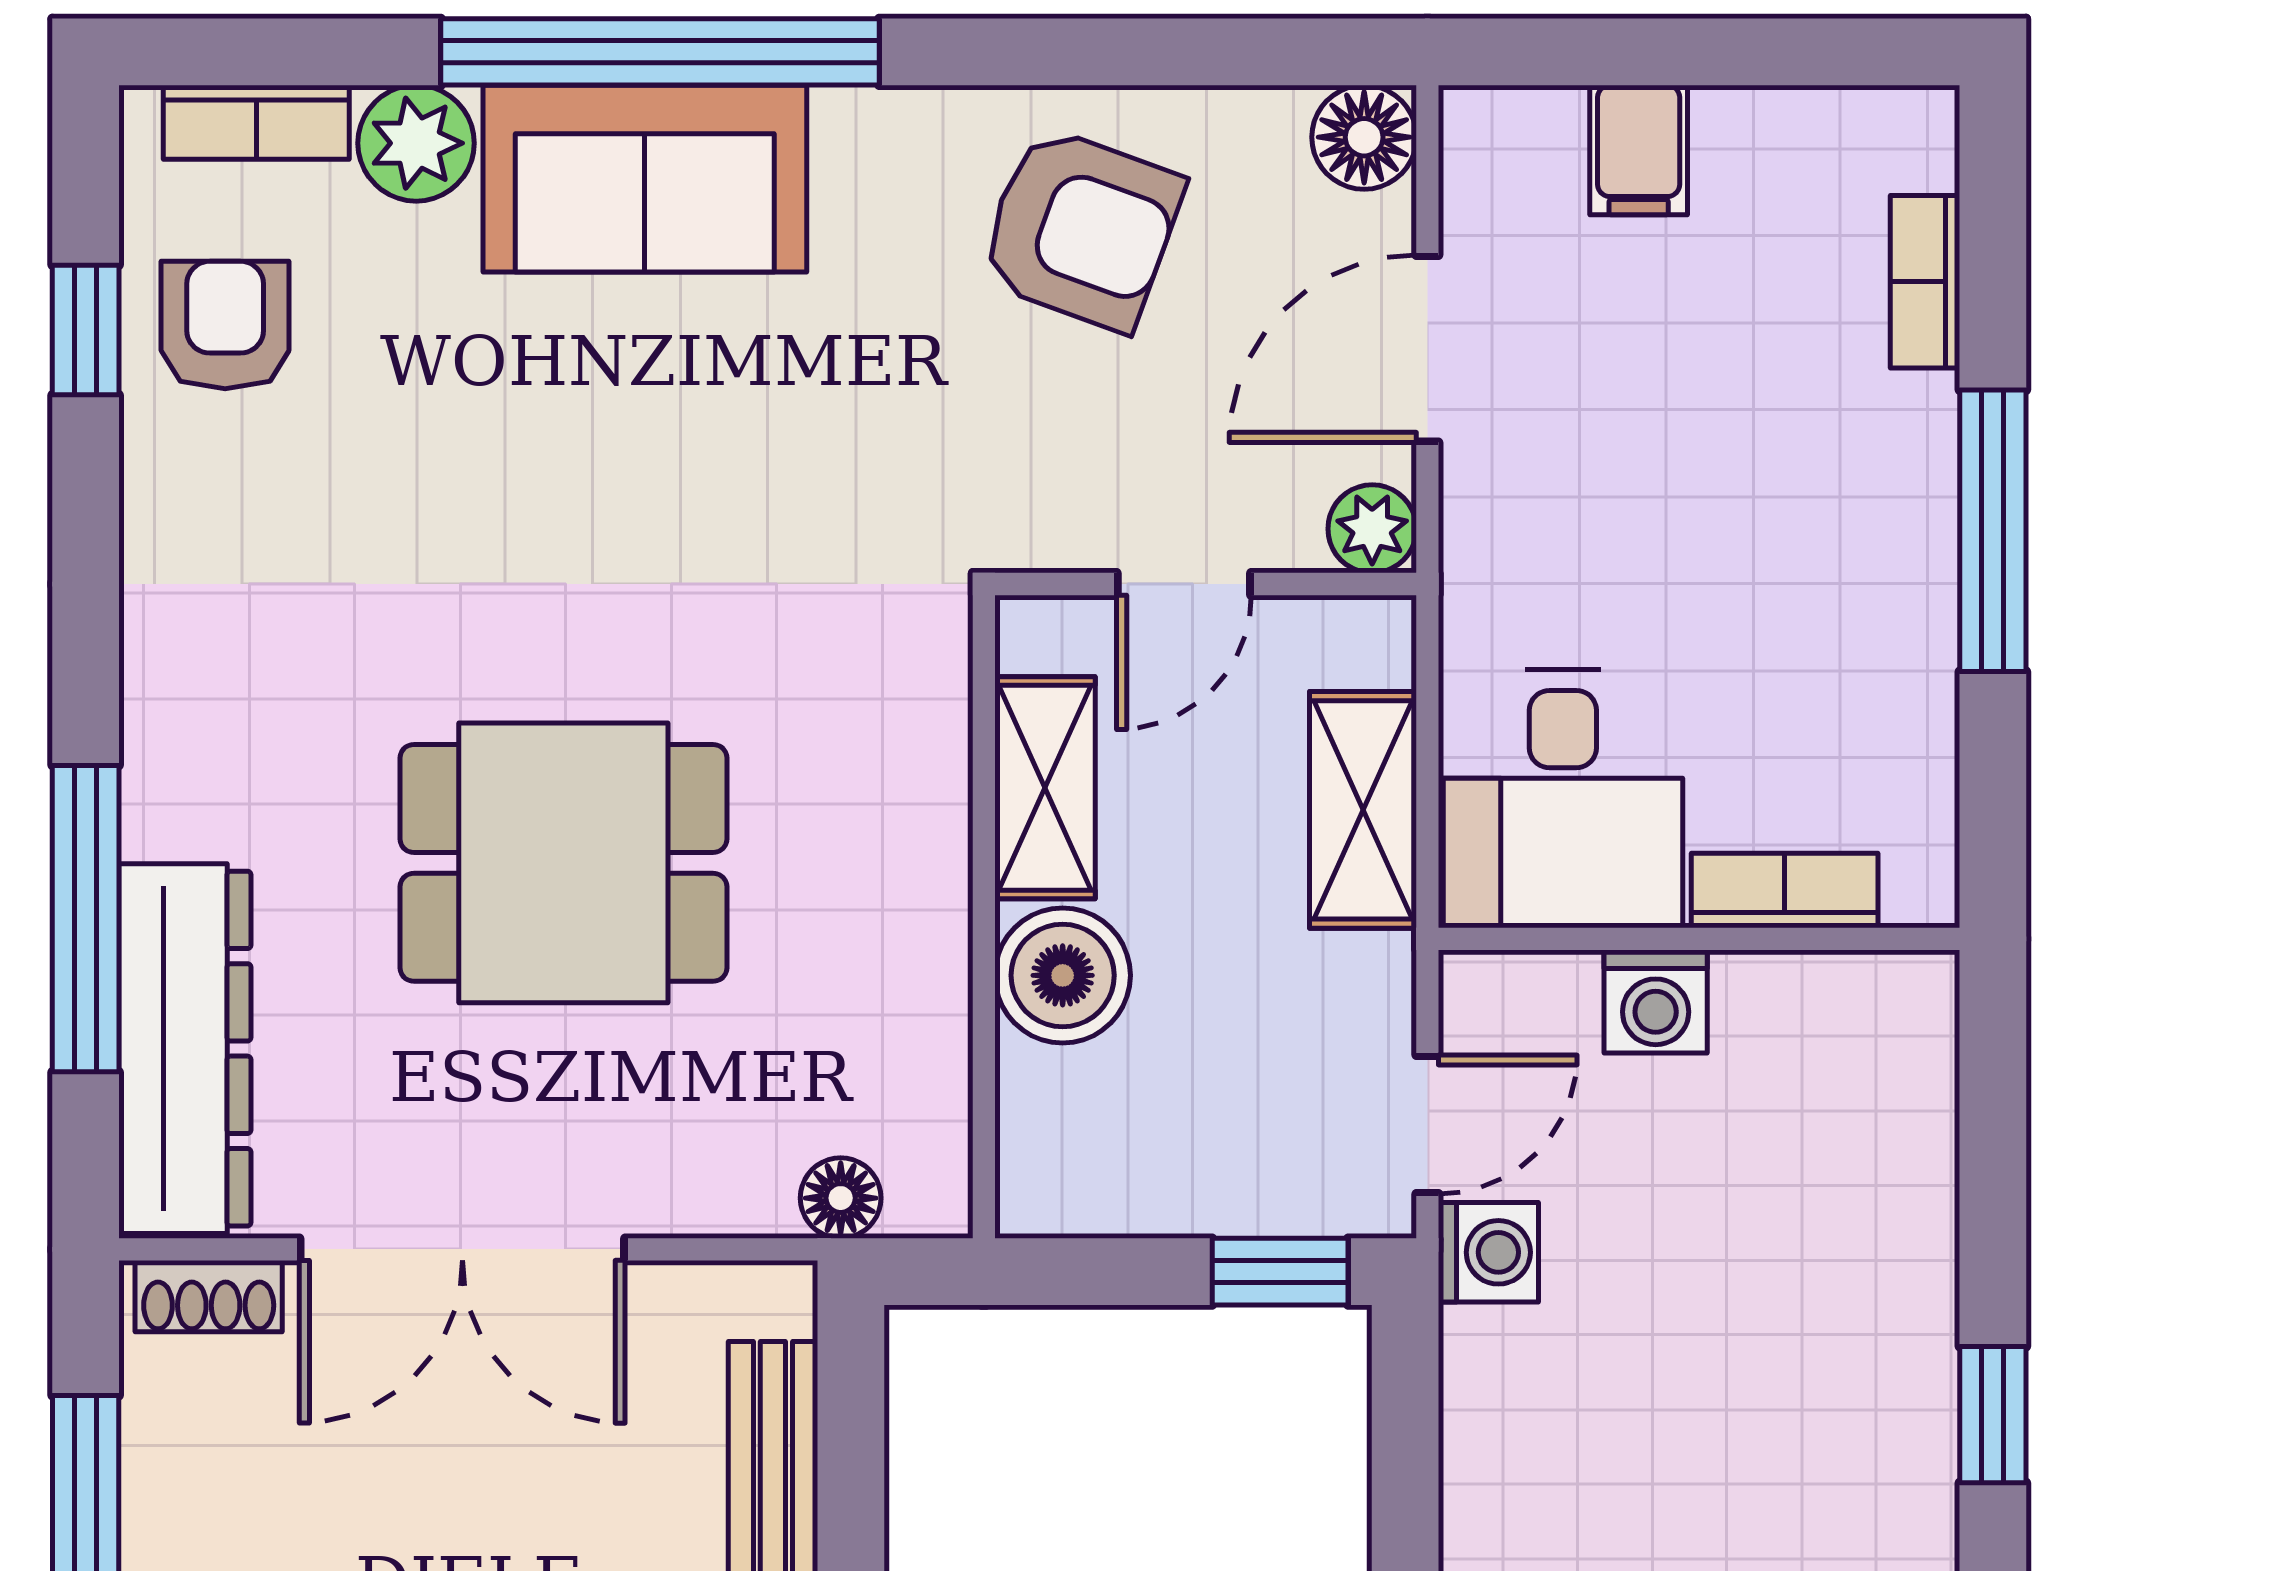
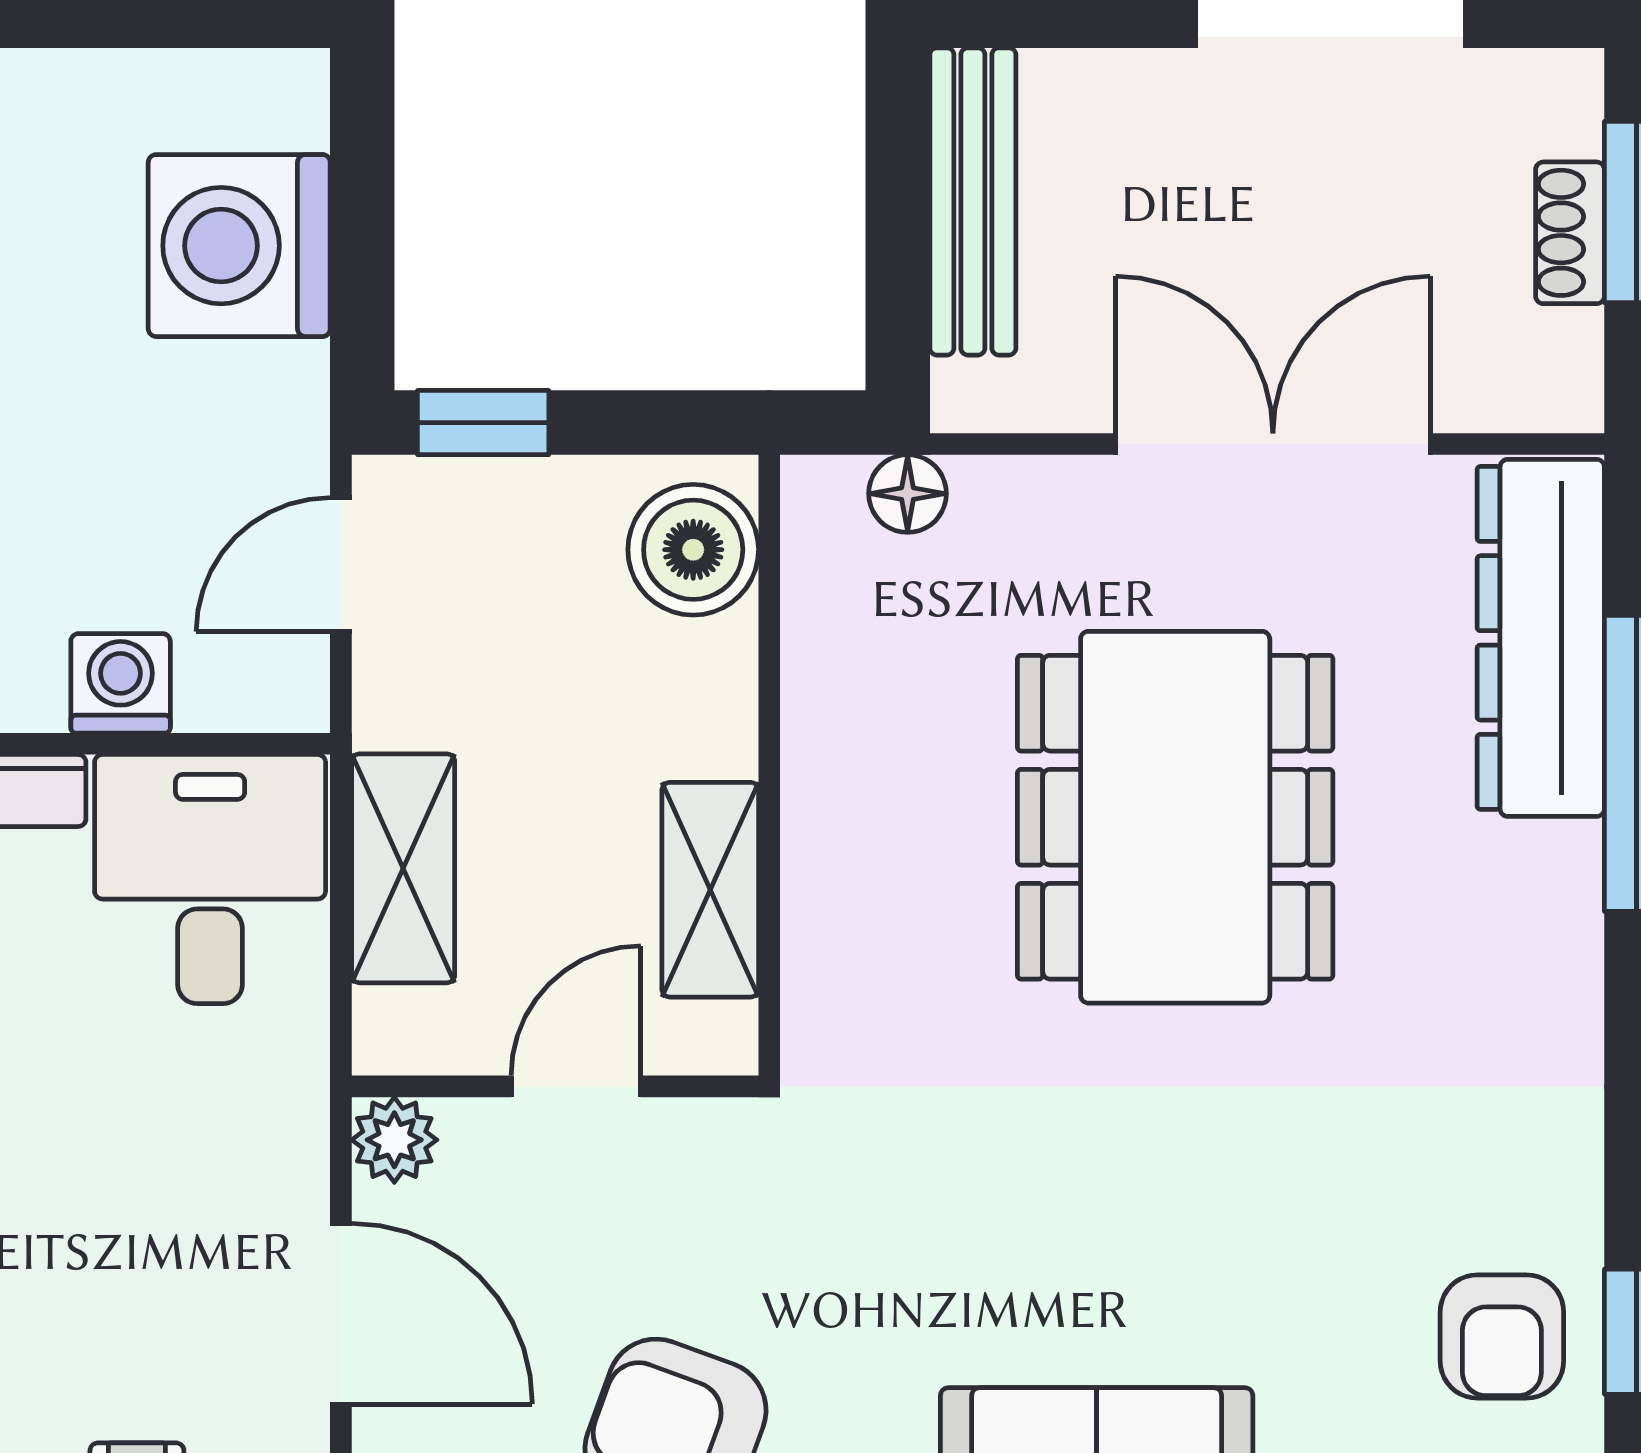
door: (1427, 349) -> (341, 1314), hinge flipped
dining table: (563, 863) -> (1175, 817), width x1.38
boiler: (1063, 975) -> (693, 550), moved
washing machine: (1488, 1252) -> (239, 246), moved, width x1.89, depth x1.89
shoe rack: (209, 1296) -> (1570, 233), moved, turned -90

